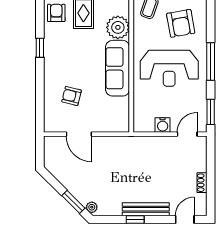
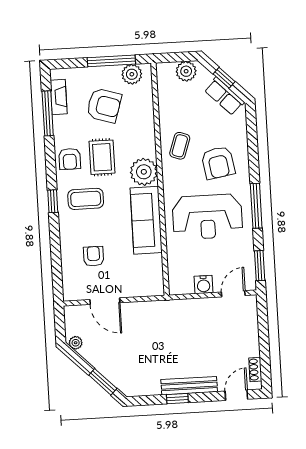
armchair: (56, 13) -> (70, 159), turned 180
coffee table: (68, 47) -> (86, 199), added
armchair: (72, 96) -> (94, 256), turned 76
shoe rack: (202, 183) -> (255, 369), moved
plant: (92, 207) -> (76, 343), moved

